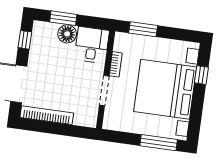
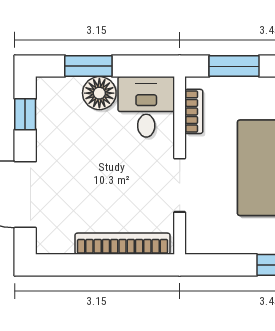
bookcase: (116, 64) -> (194, 111), moved
bookcase: (47, 115) -> (123, 244), moved

